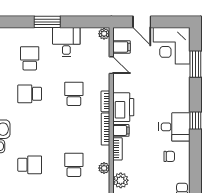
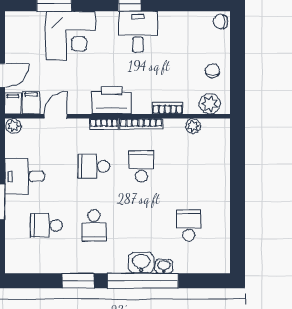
corner desk: (172, 46) -> (71, 36), moved
filing cabinet: (121, 130) -> (13, 103), moved
chair: (169, 156) -> (213, 71), moved
school desk: (74, 165) -> (141, 166), moved, turned 90

